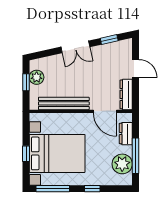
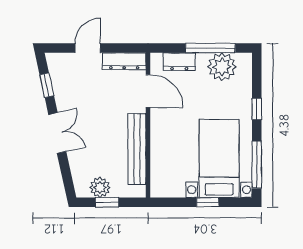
door: (105, 111) -> (148, 91), hinge flipped
bed with nightstands: (57, 153) -> (219, 158), width x0.73

